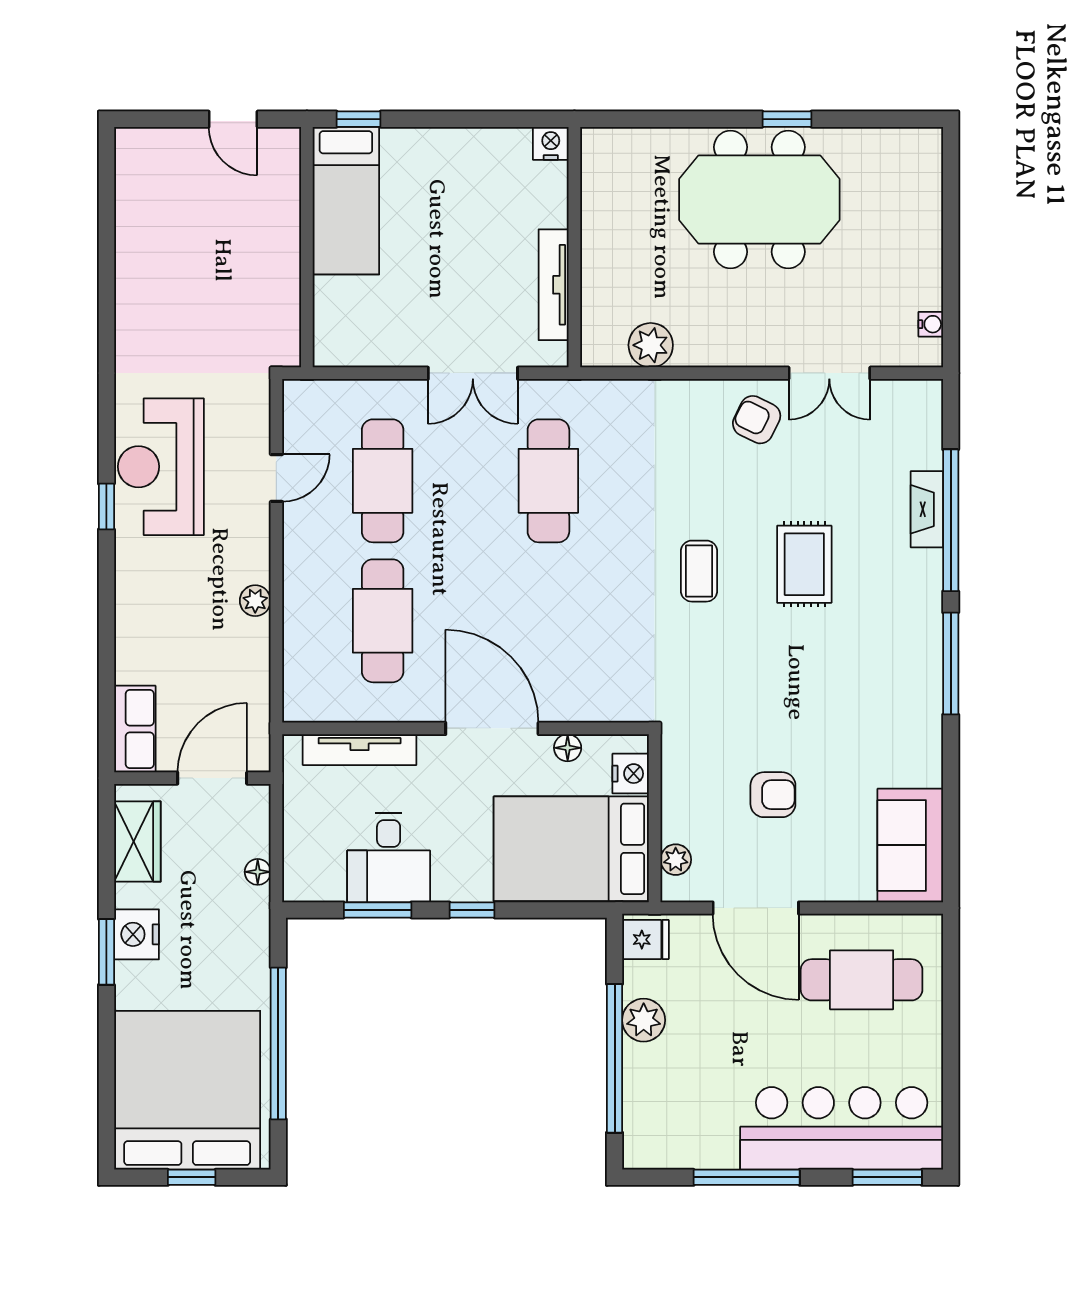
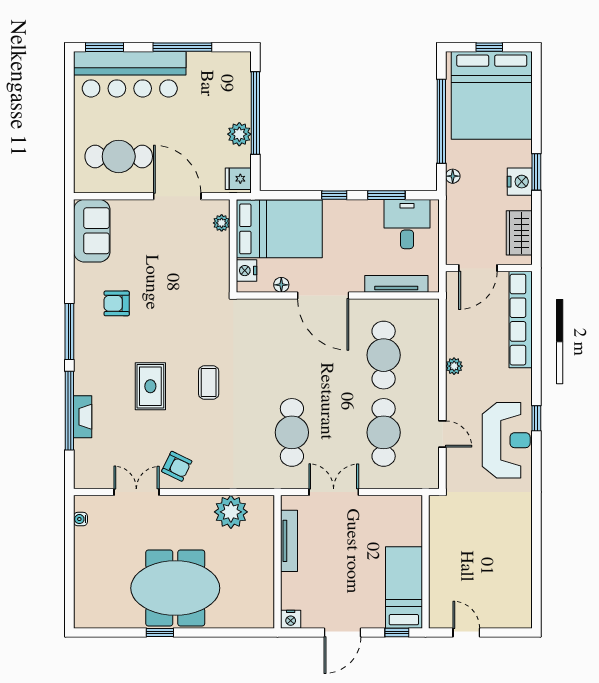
door: (457, 119) -> (342, 632), added
plant: (651, 345) -> (231, 512), width x1.36, depth x1.36
door: (276, 478) -> (442, 434), swing flipped
row of seats: (135, 729) -> (521, 320), width x2.02
armchair: (773, 795) -> (117, 303), moved
desk: (389, 858) -> (407, 224), moved
floor lamp: (258, 872) -> (453, 176), moved

